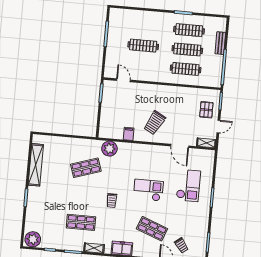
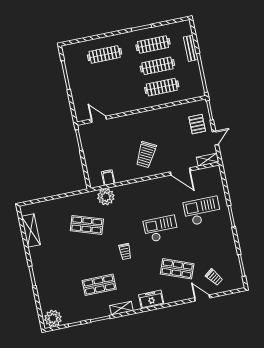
clothes rail: (143, 46) -> (105, 54), moved
filing cabinet: (129, 134) -> (108, 178), moved
shelving: (36, 165) -> (31, 231), width x0.68
shop shelf: (86, 168) -> (87, 225), turned 36
checkout: (188, 186) -> (202, 211), turned -90

